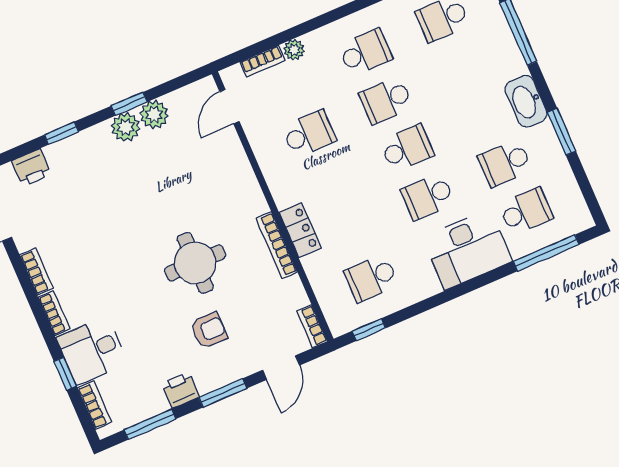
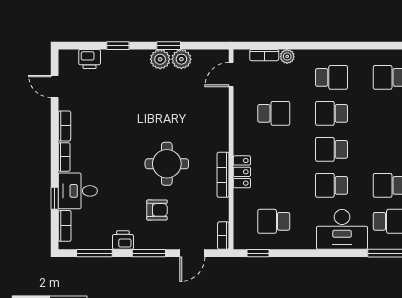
school desk: (407, 148) -> (332, 149), turned 180

